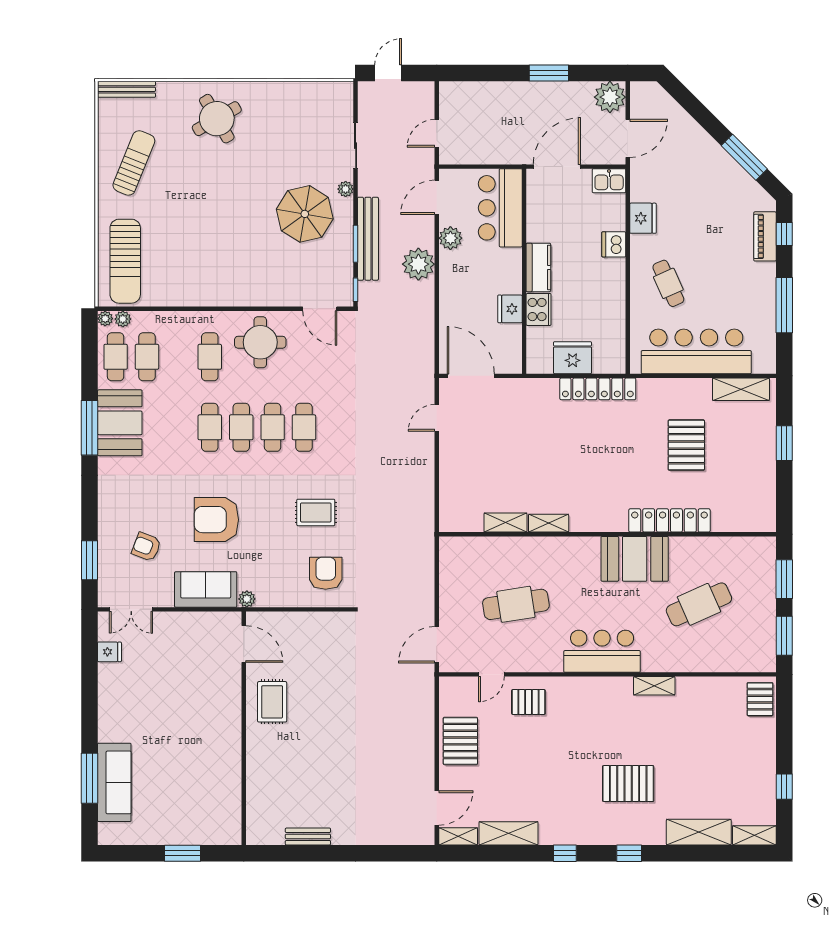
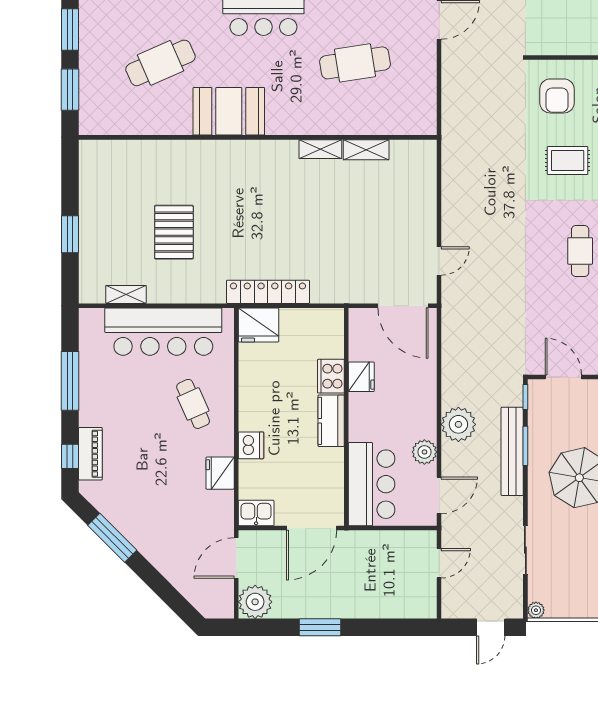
plant: (346, 189) -> (536, 610), moved
fridge: (573, 358) -> (258, 325), moved
shelving: (741, 389) -> (126, 295), width x0.67, depth x0.75
locker: (669, 520) -> (192, 152), removed

